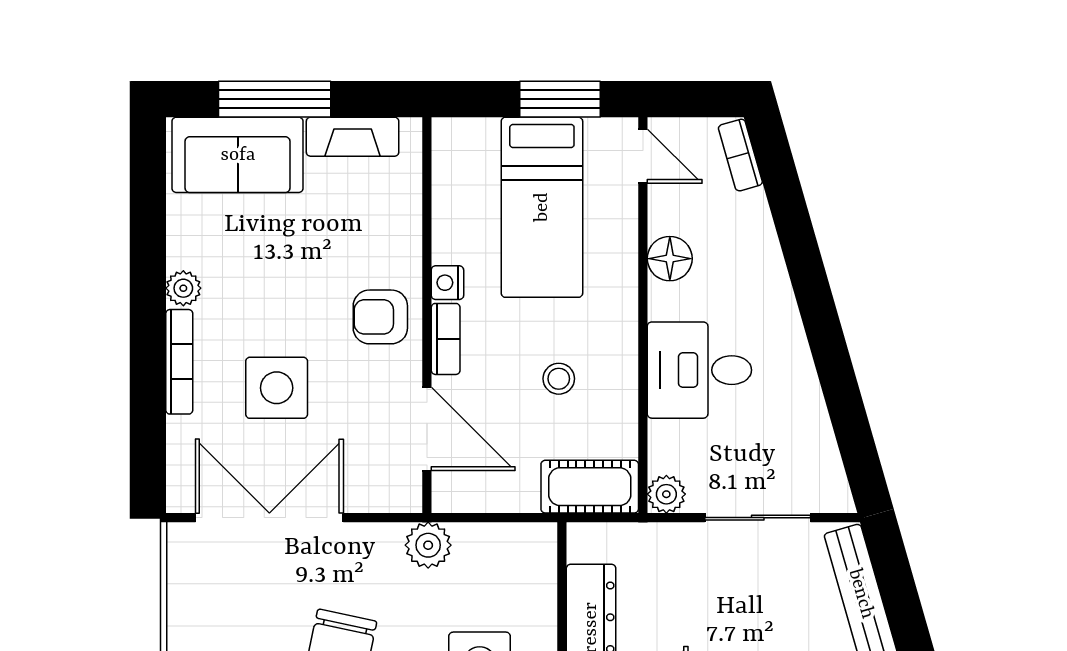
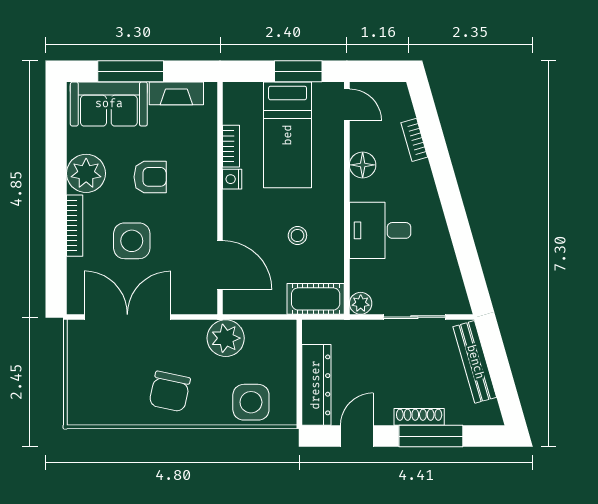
bookcase: (740, 155) -> (414, 140), moved
plant: (183, 288) -> (86, 173), width x1.88, depth x1.88
armchair: (380, 317) -> (150, 177), moved, turned 180
bookcase: (446, 339) -> (231, 146), moved
plant: (428, 545) -> (226, 338), width x1.36, depth x1.36

